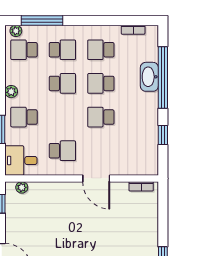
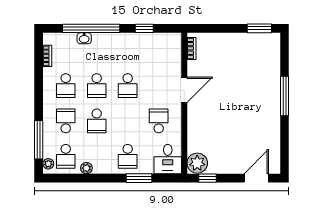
washbasin: (149, 77) -> (84, 38), width x0.52, depth x0.69
school desk: (62, 83) -> (97, 121), turned 180
plant: (11, 92) -> (86, 168), moved
plant: (22, 187) -> (197, 163), width x1.87, depth x1.87

